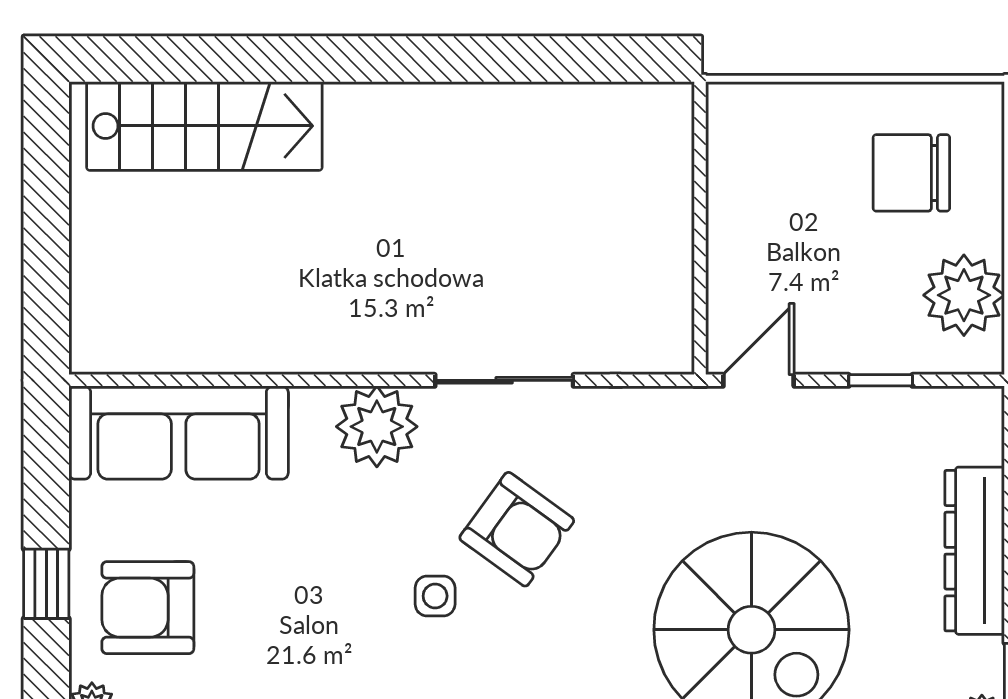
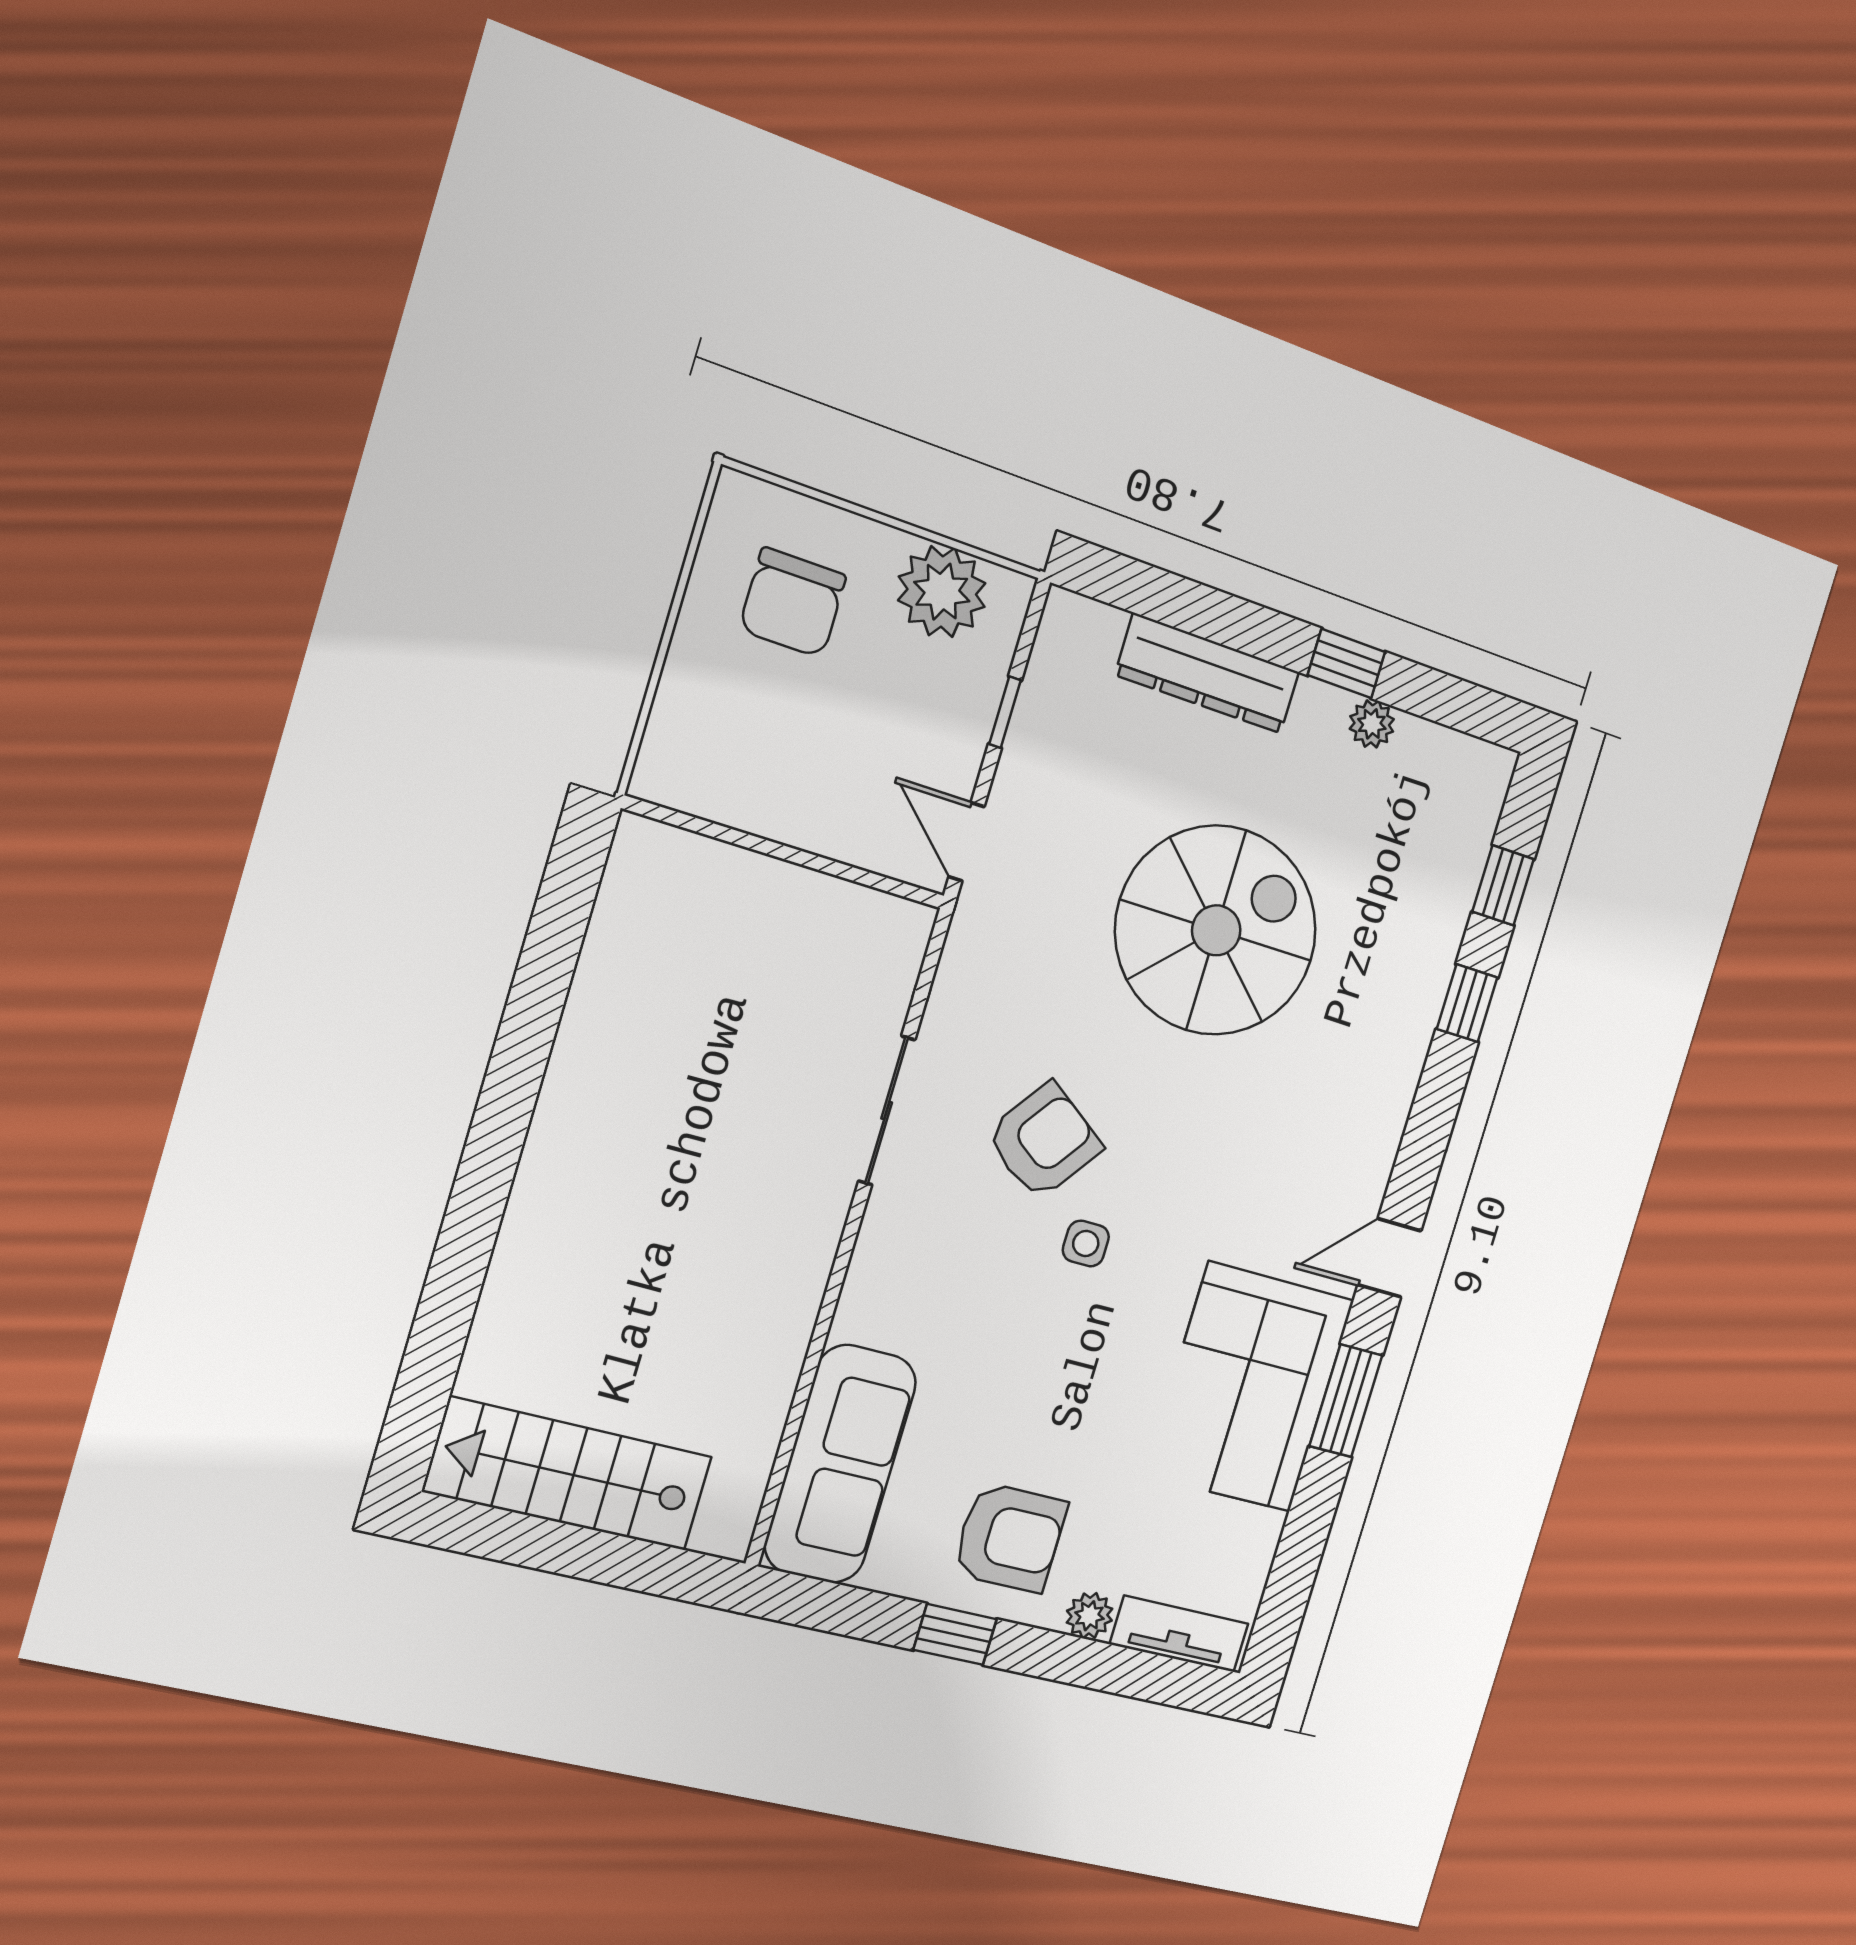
stairs: (204, 126) -> (568, 1474), moved, turned -90
plant: (377, 427) -> (895, 1257), removed
armchair: (148, 608) -> (1010, 1537), turned -90

